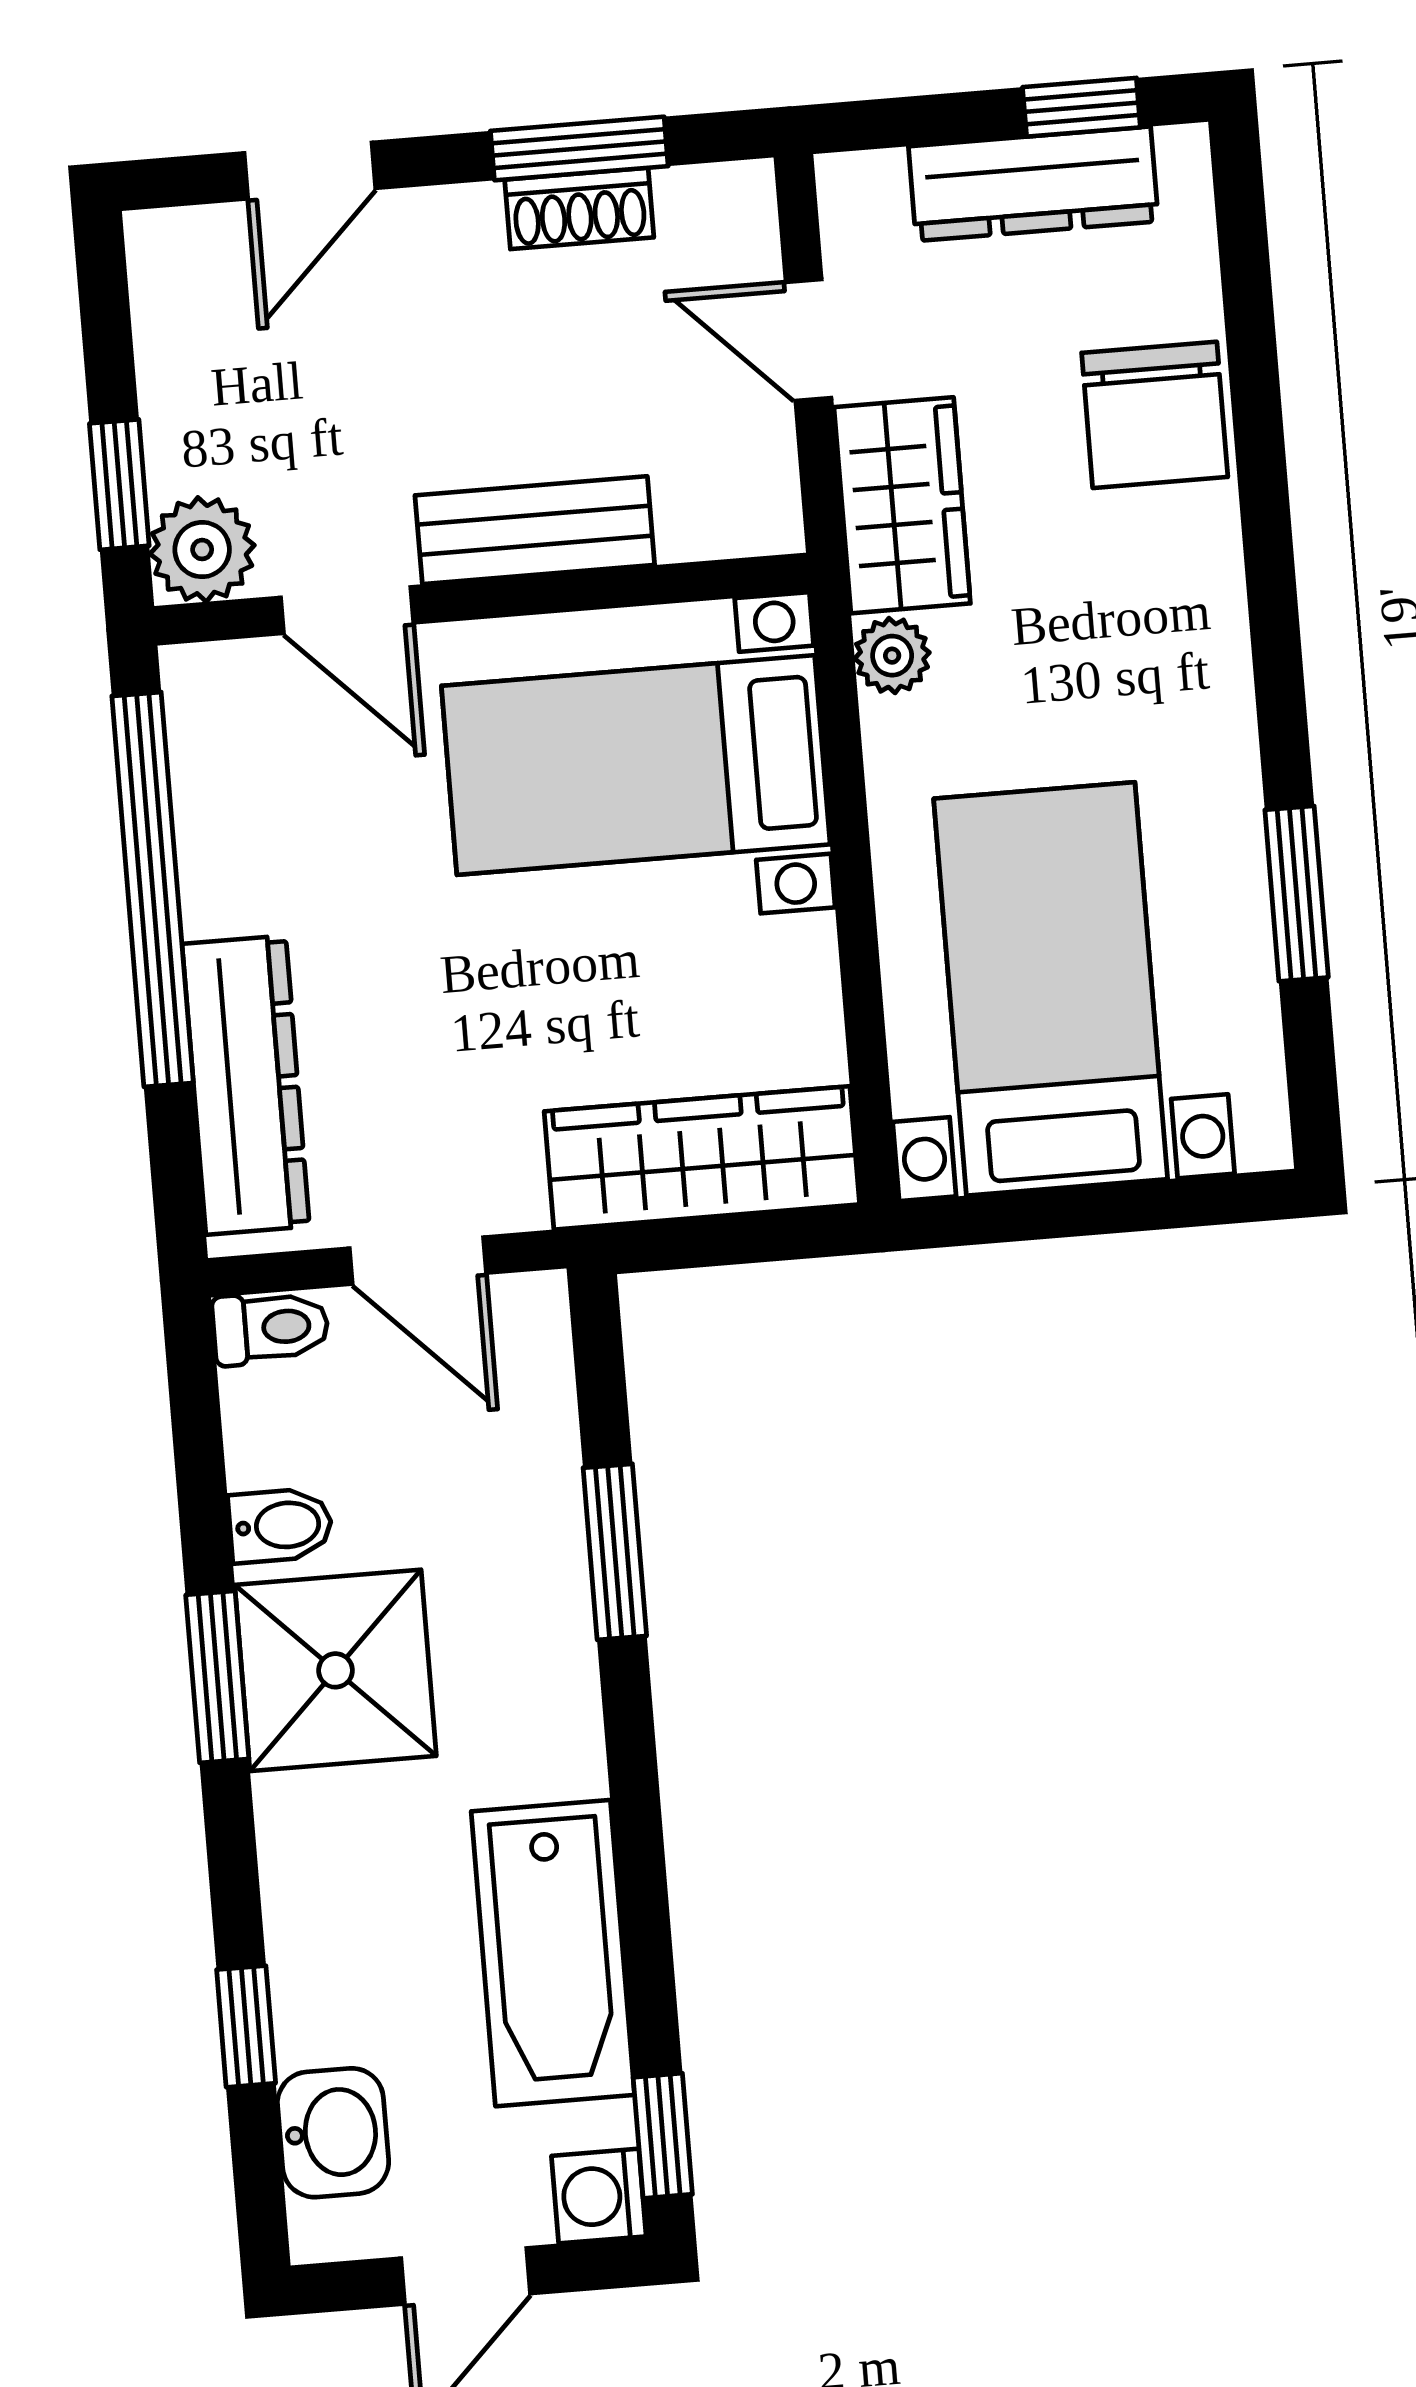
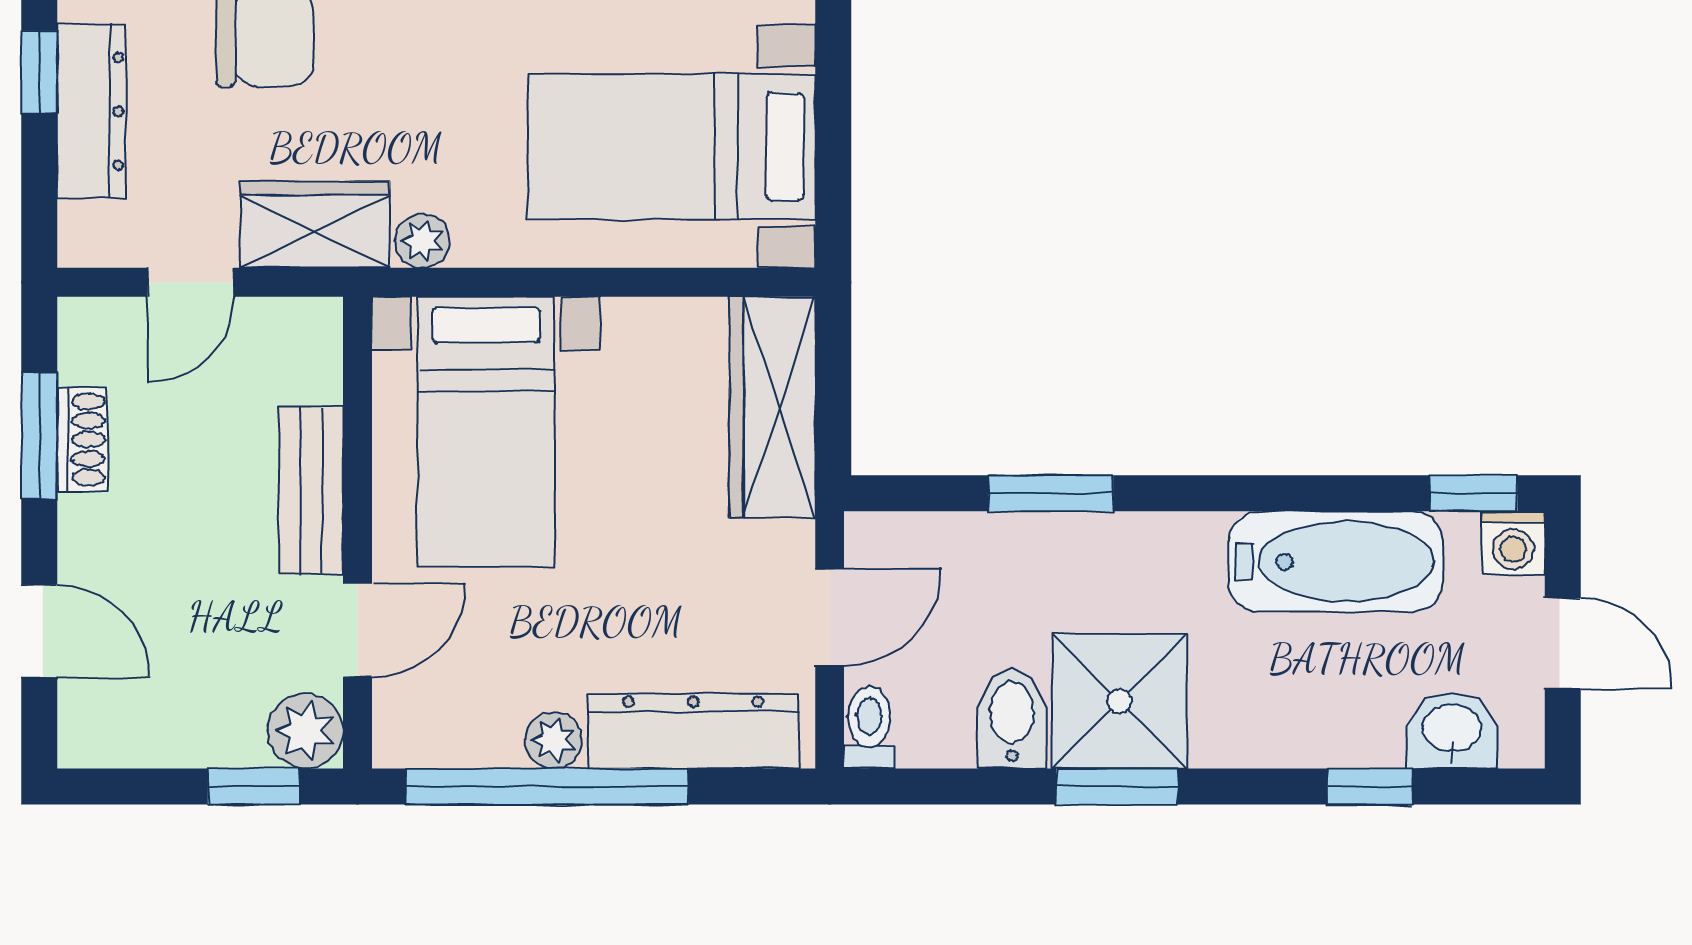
plant: (217, 894) -> (554, 740), added
bidet: (280, 1525) -> (1012, 719), width x1.38, depth x1.36

